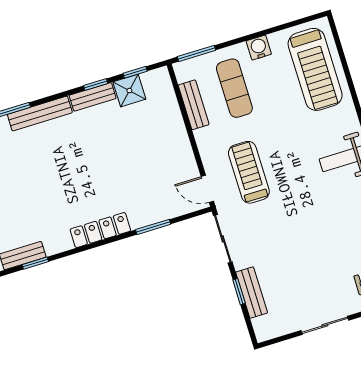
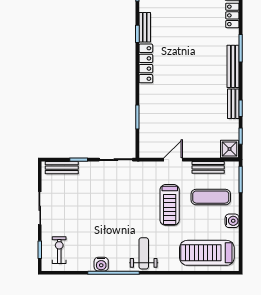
shower: (129, 91) -> (230, 149), moved
treadmill: (249, 172) -> (170, 205), moved, turned 90
door: (207, 189) -> (173, 160), moved
locker: (100, 230) -> (146, 63), moved
bench: (252, 292) -> (62, 168), moved

